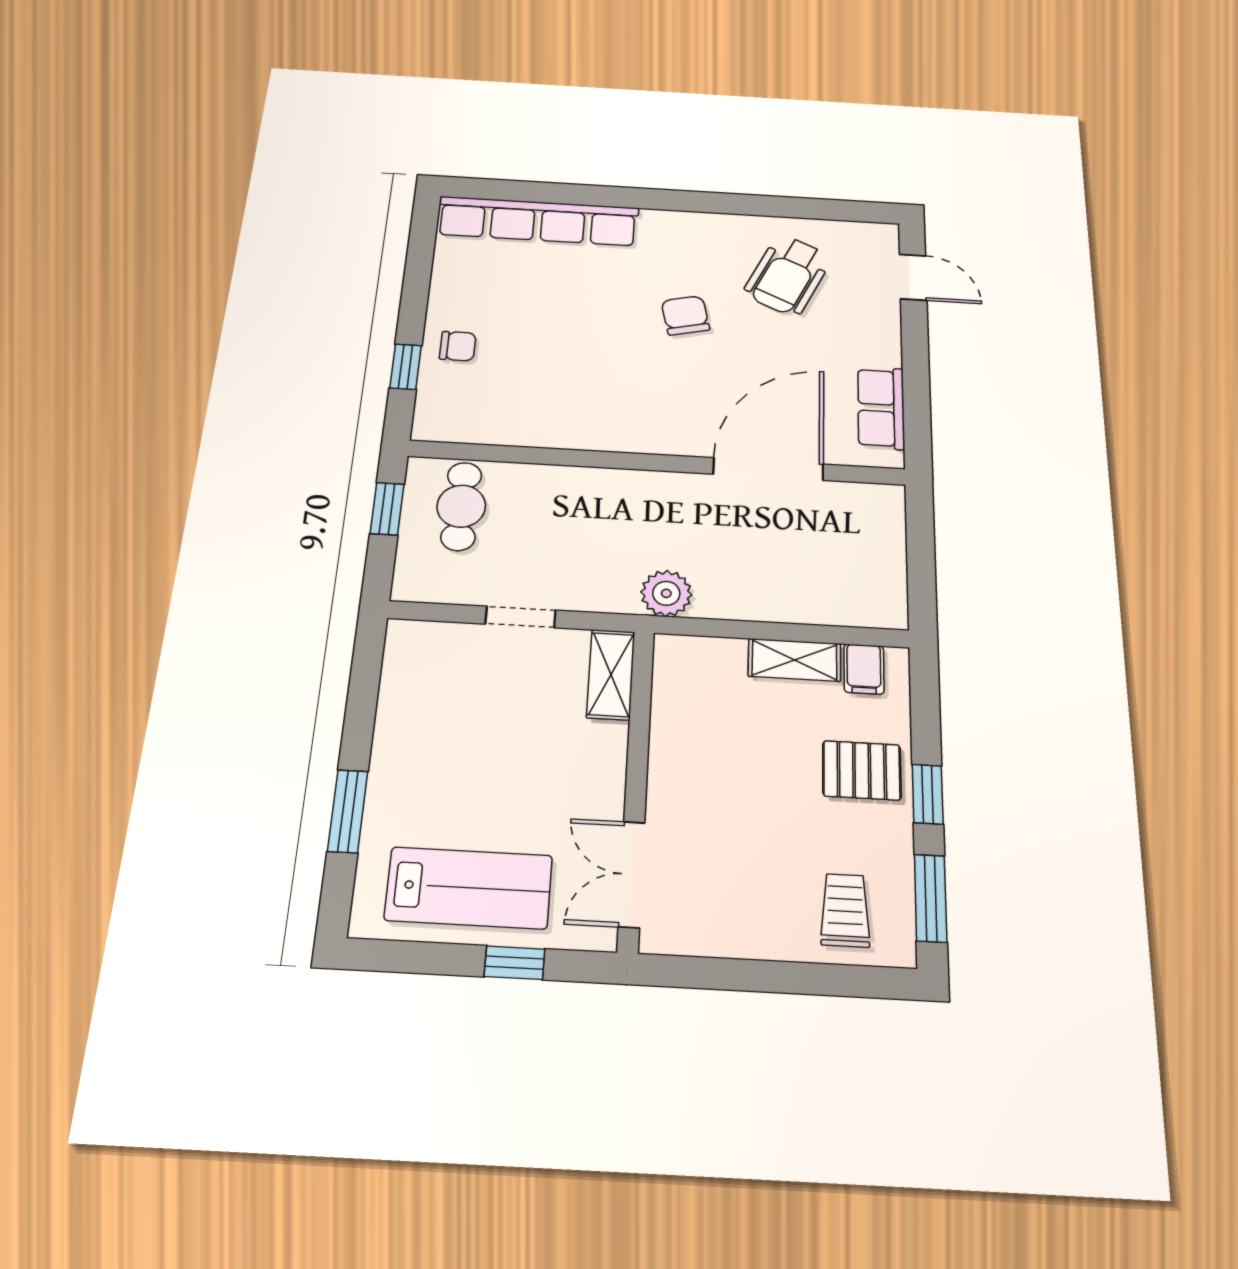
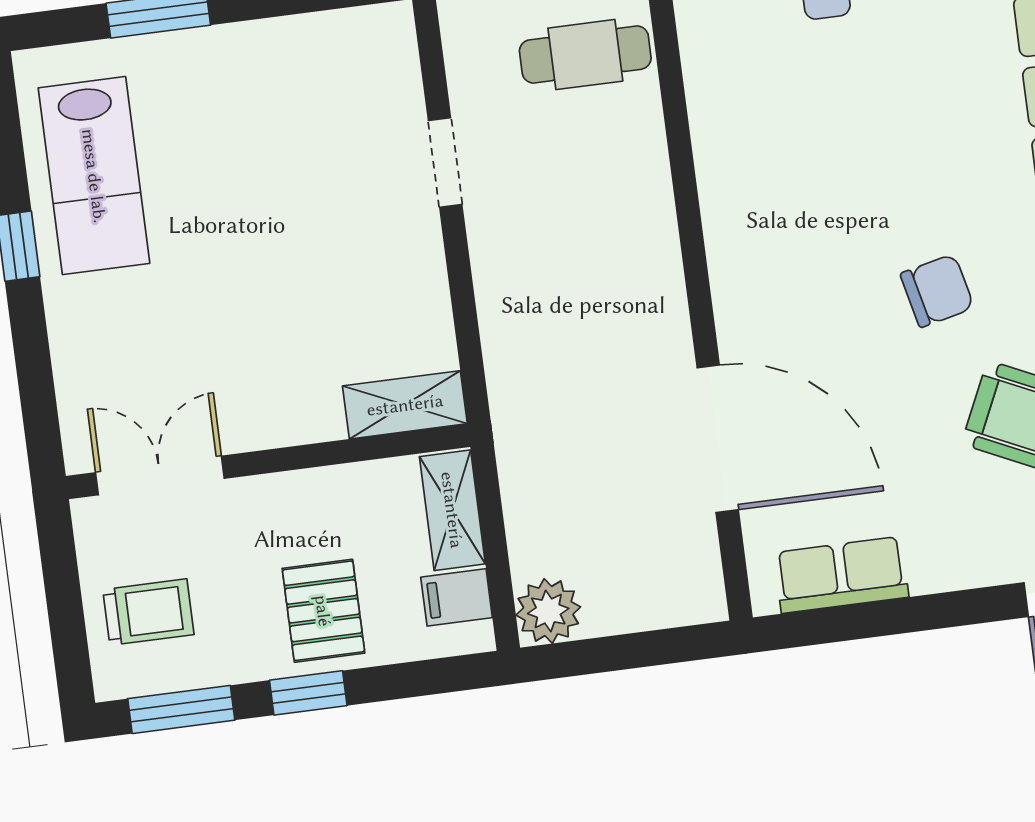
plant: (666, 593) -> (548, 611), moved
shelving: (611, 674) -> (405, 405), moved
wall: (636, 786) -> (268, 461), moved
double door: (632, 874) -> (160, 475), moved

